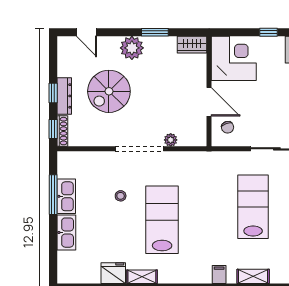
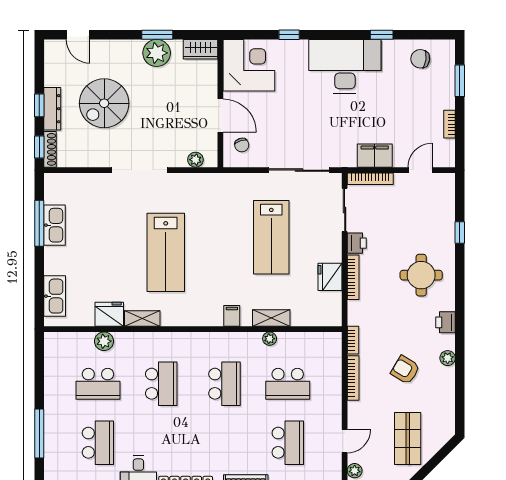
plant: (132, 48) -> (157, 53), moved
plant: (171, 140) -> (195, 160), moved
stool: (121, 196) -> (118, 225), removed
lab bench: (253, 207) -> (271, 237), turned 180
lab bench: (162, 220) -> (166, 252), turned 180
kitchen sink: (66, 233) -> (55, 296), moved

